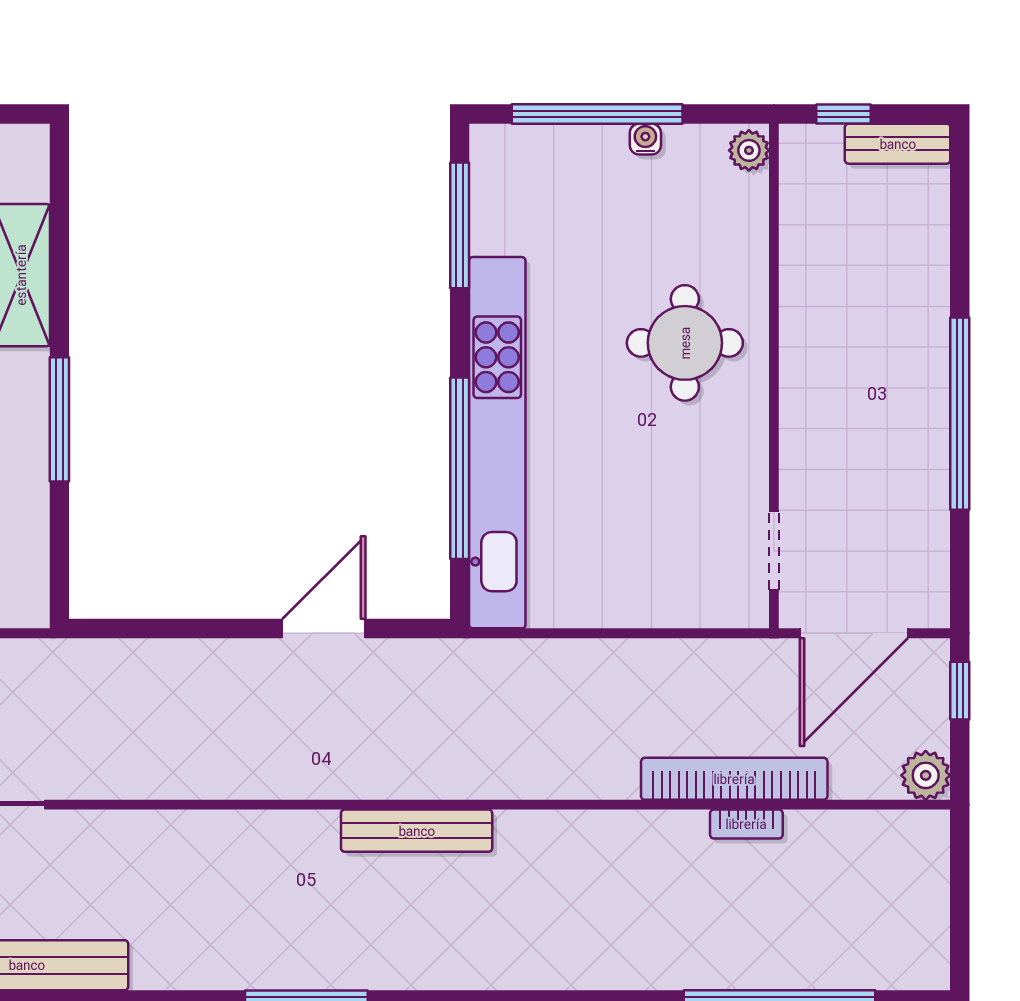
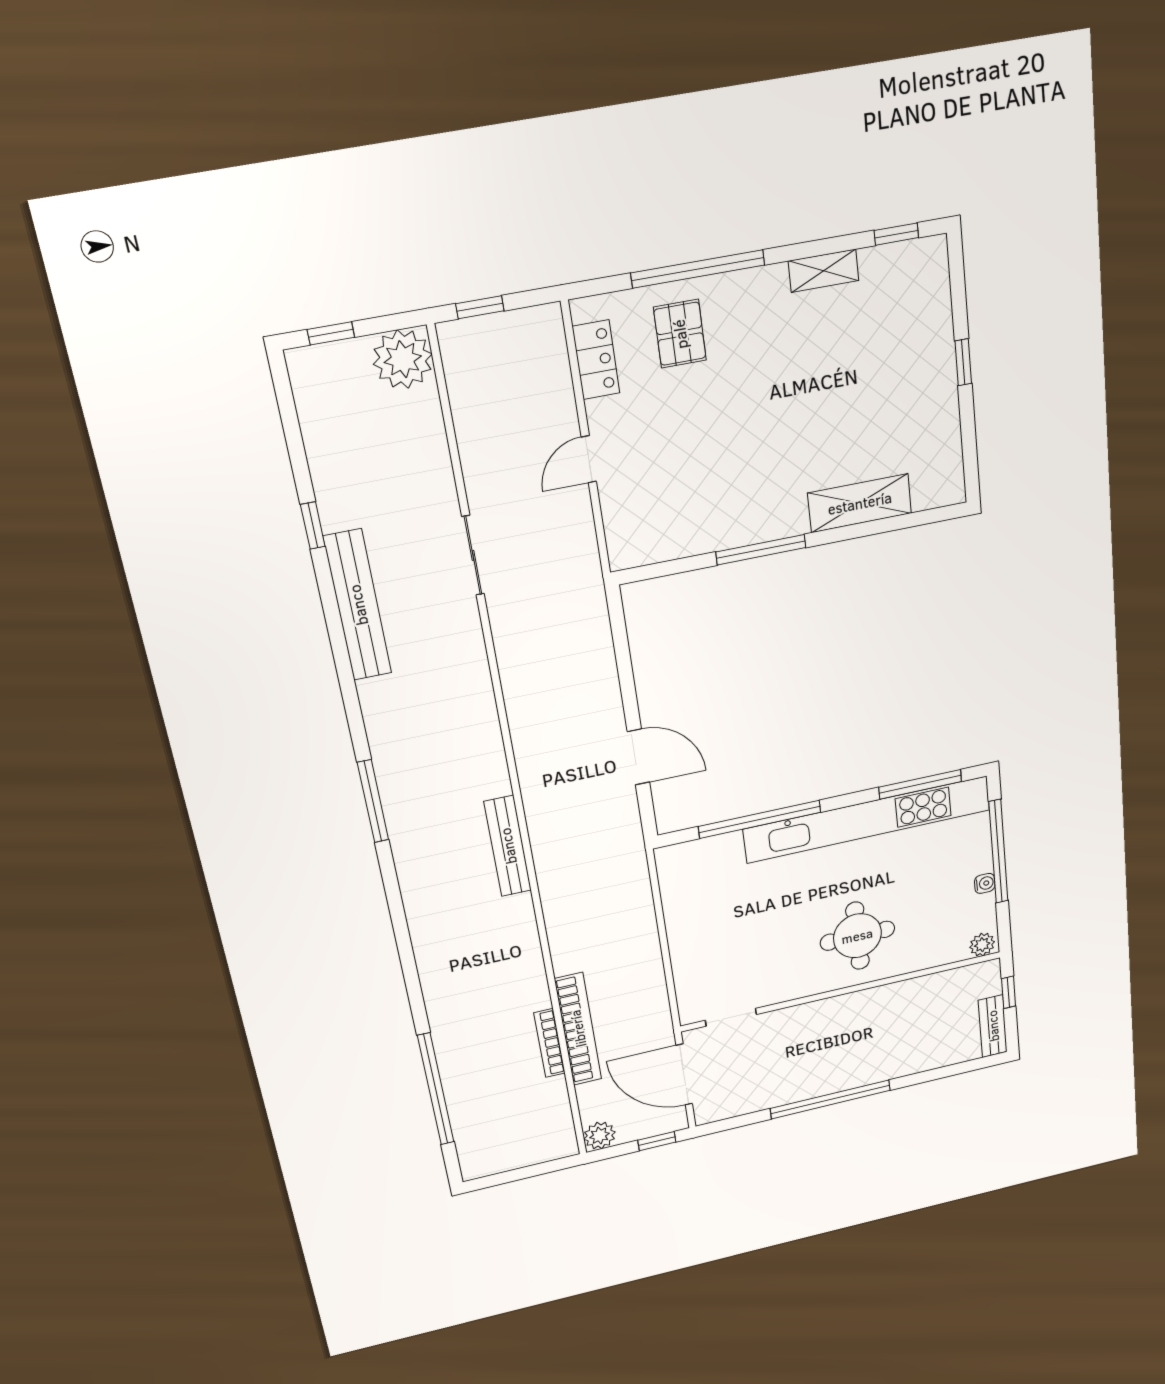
kitchen unit: (497, 443) -> (868, 819), moved
bookcase: (746, 824) -> (549, 1043), width x1.56

